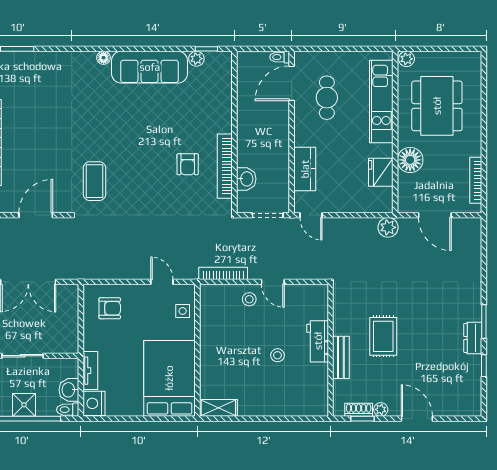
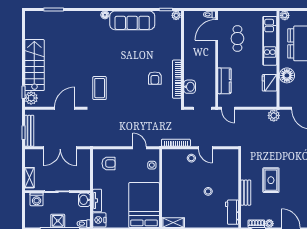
plant: (196, 59) -> (176, 15), moved
workbench: (318, 341) -> (232, 212), moved
washbasin: (69, 390) -> (84, 200), moved

